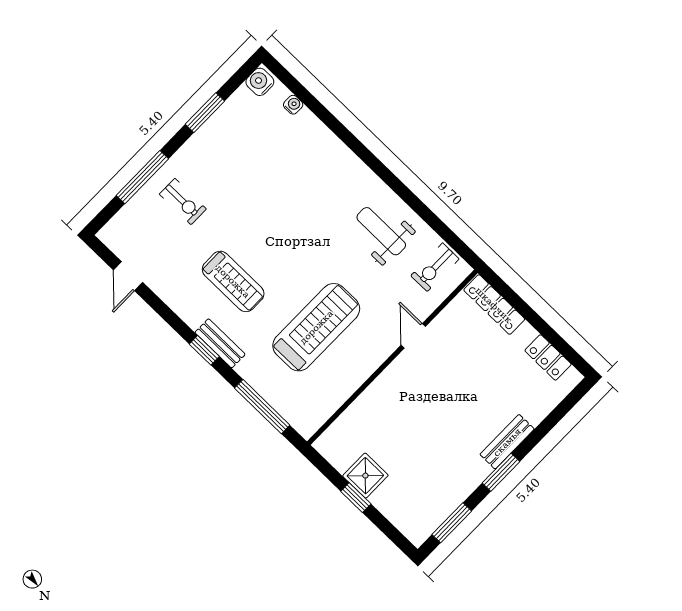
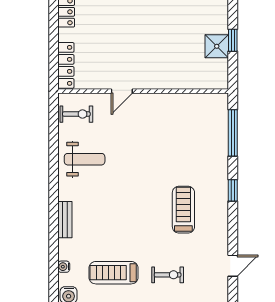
exercise bike: (183, 202) -> (168, 275), turned 90
weight bench: (381, 231) -> (85, 159), turned -90
treadmill: (316, 327) -> (114, 273), moved, width x0.73, depth x0.73
bench: (220, 343) -> (65, 220), moved

